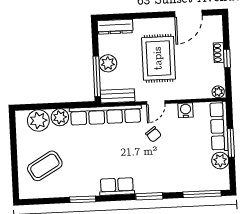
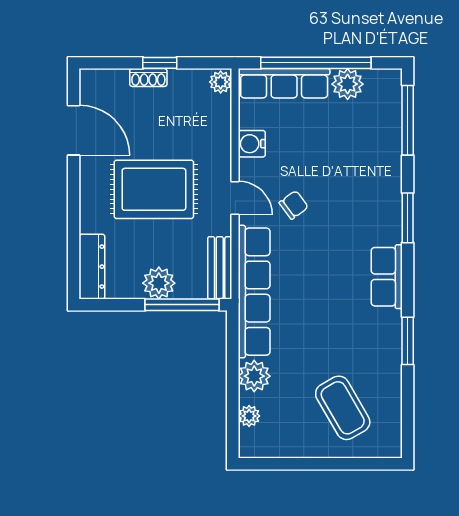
plant: (38, 120) -> (249, 416), width x0.53, depth x0.53
window: (231, 143) -> (316, 63), width x2.11

